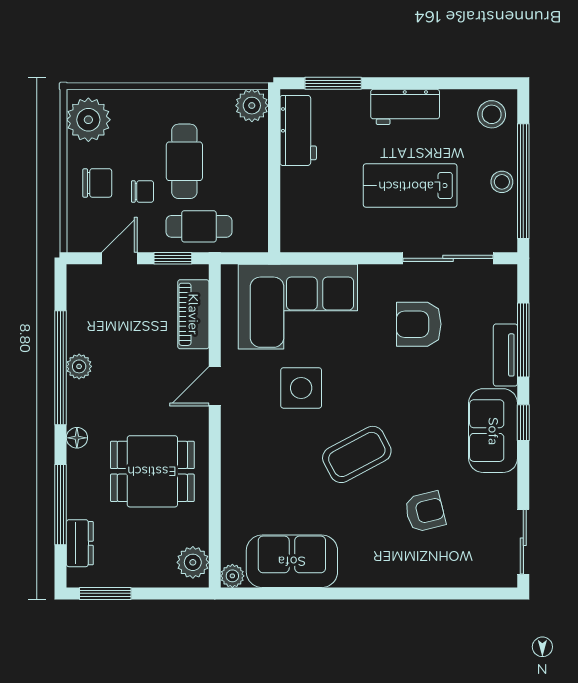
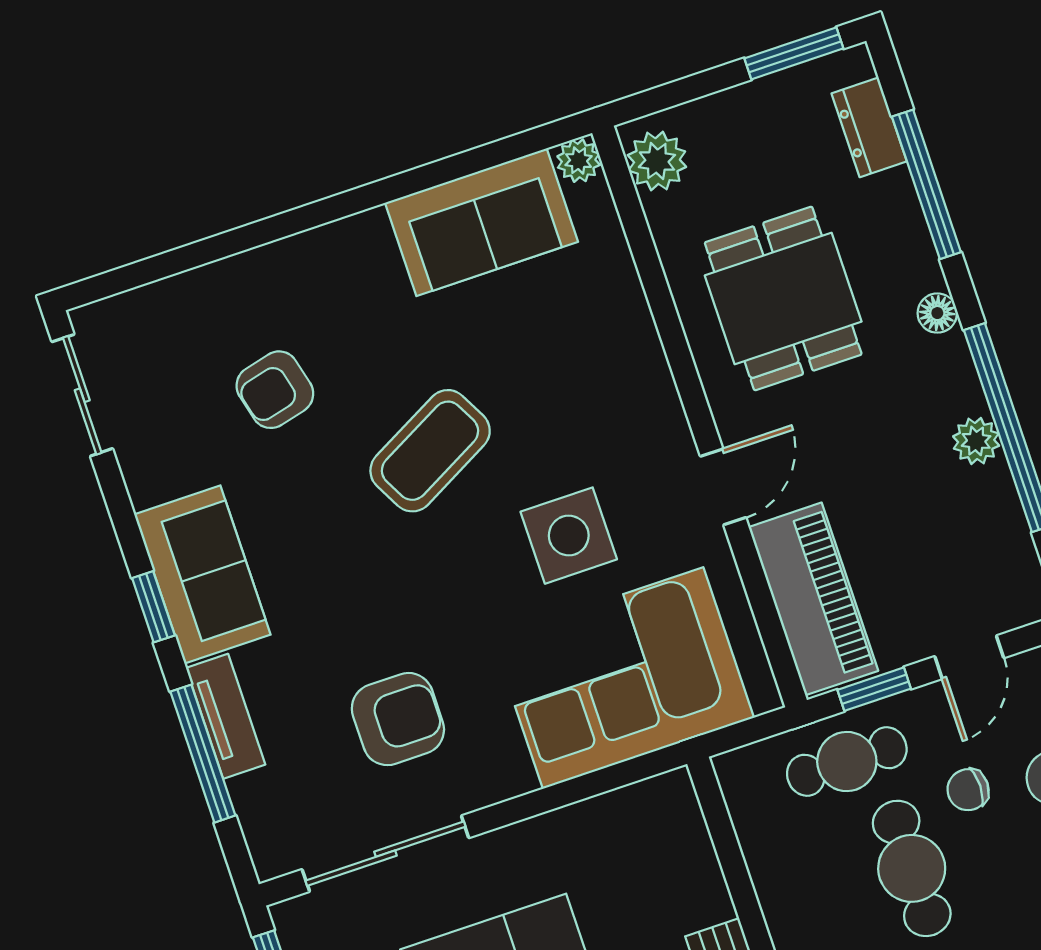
piano: (193, 314) -> (813, 599), width x1.37, depth x1.33
dining table: (152, 471) -> (783, 298), turned 90

